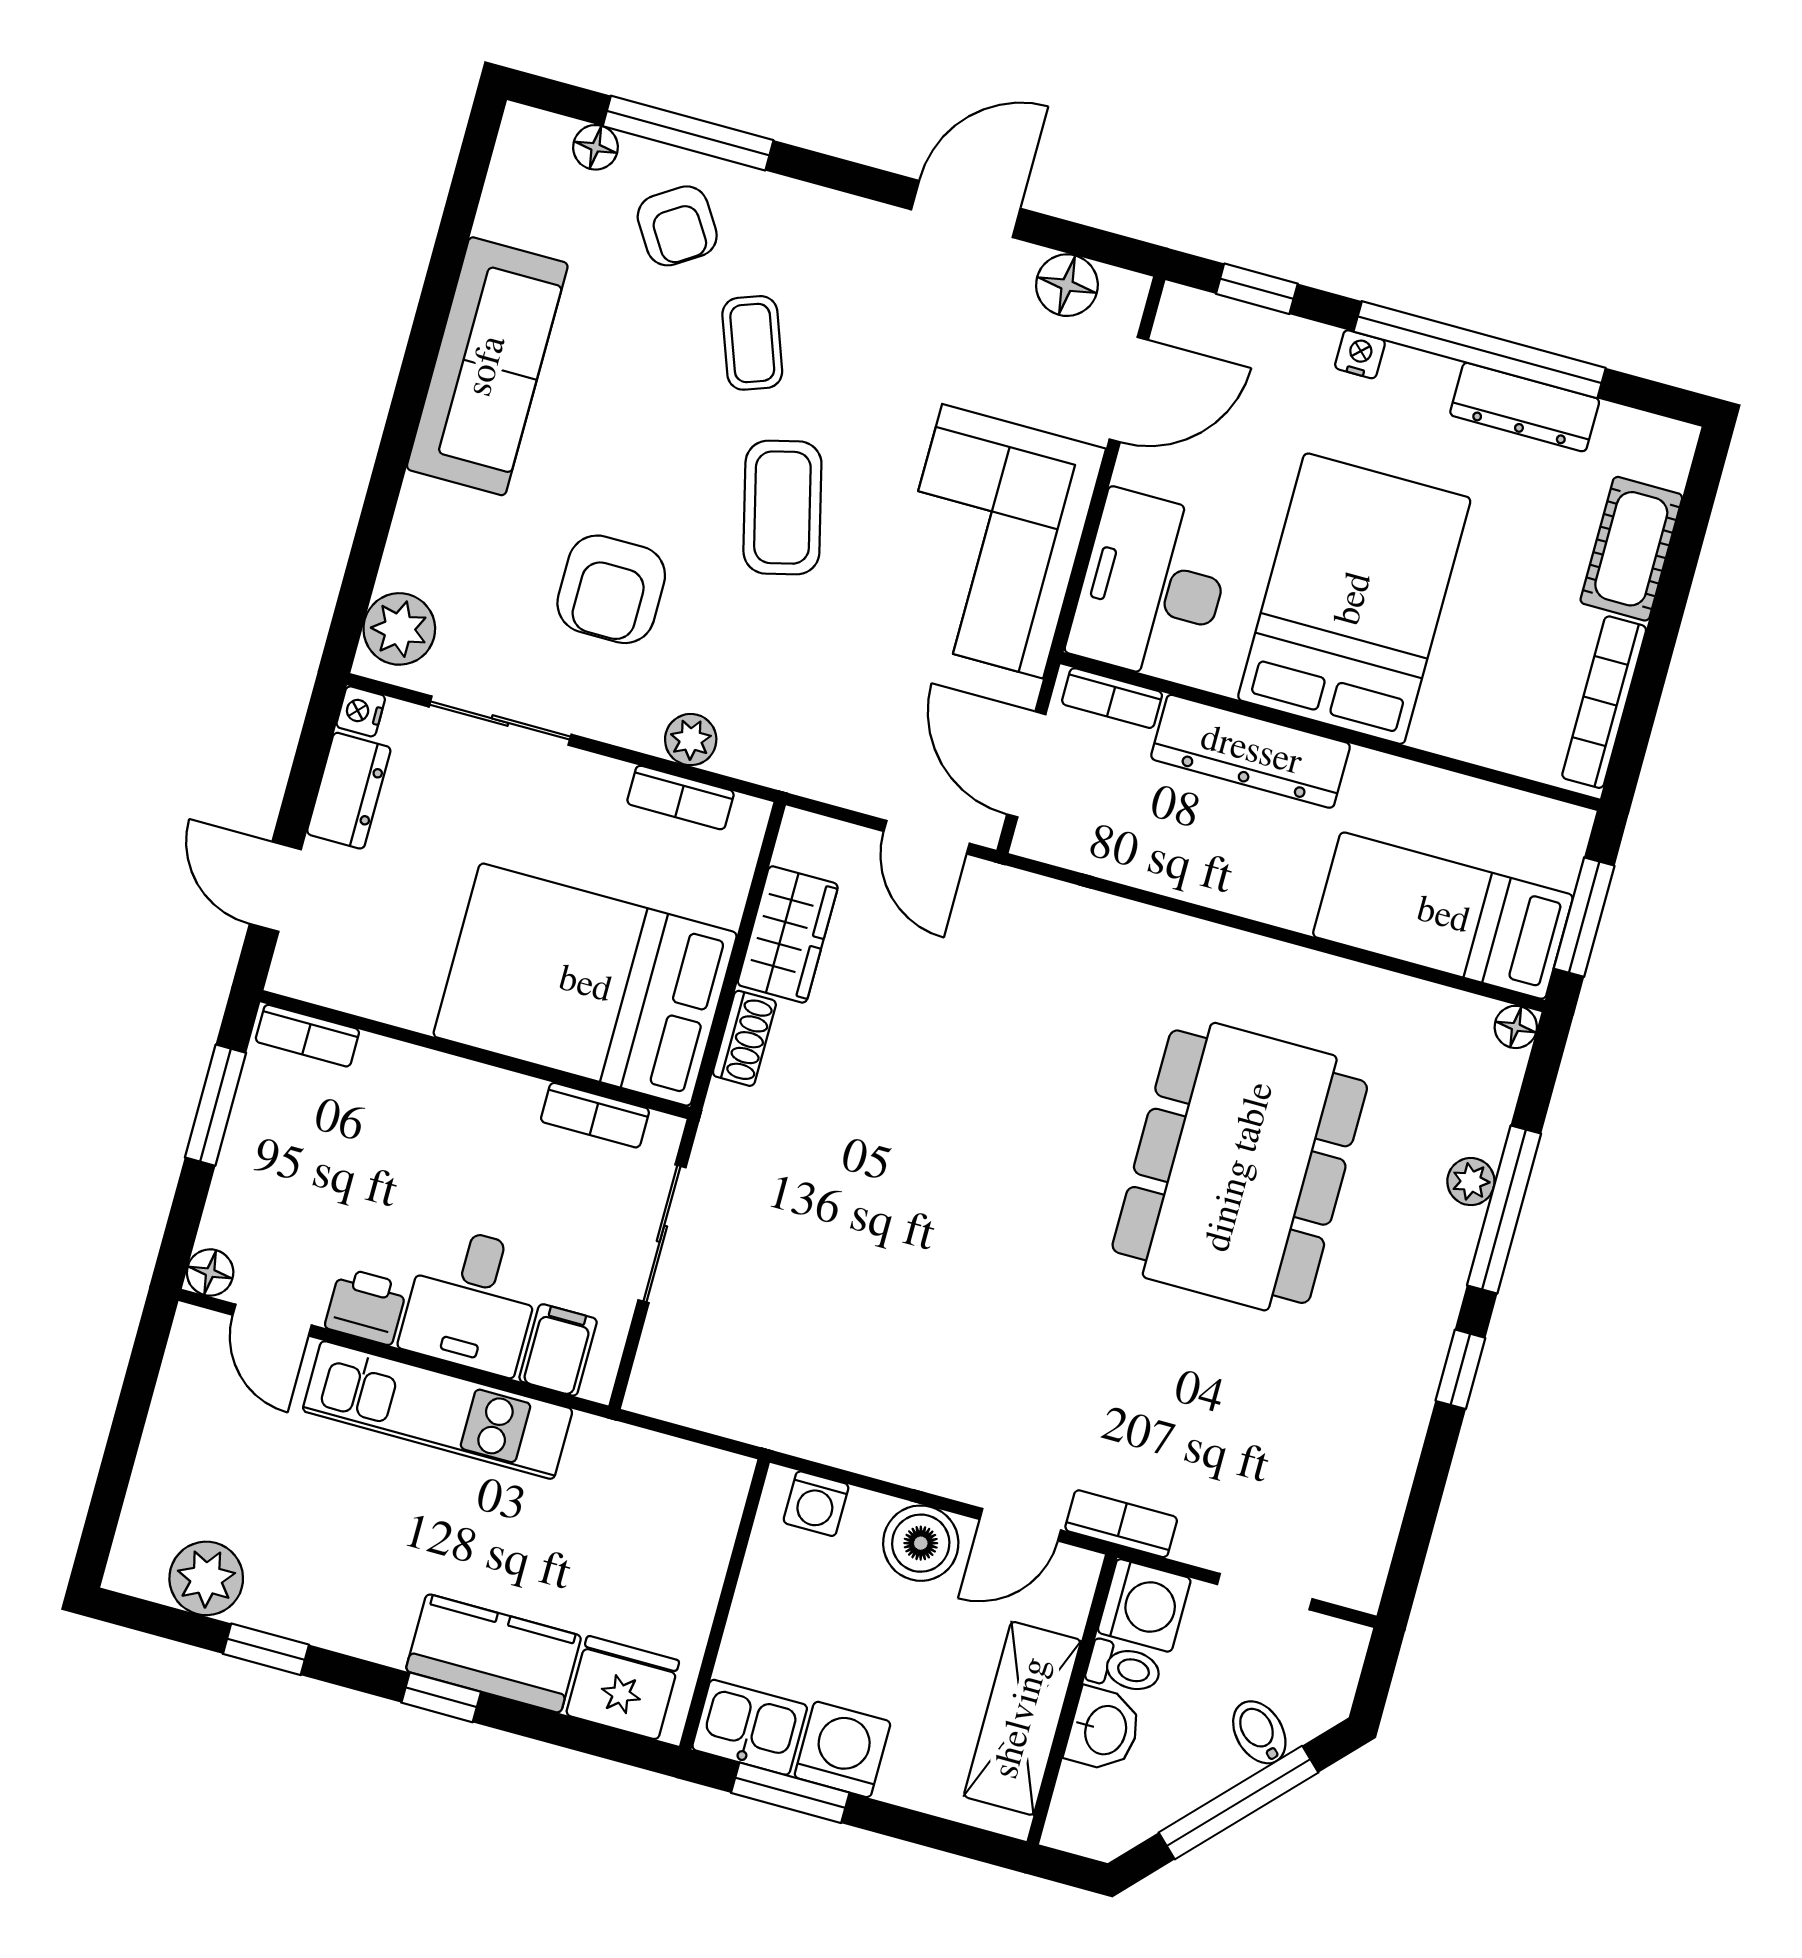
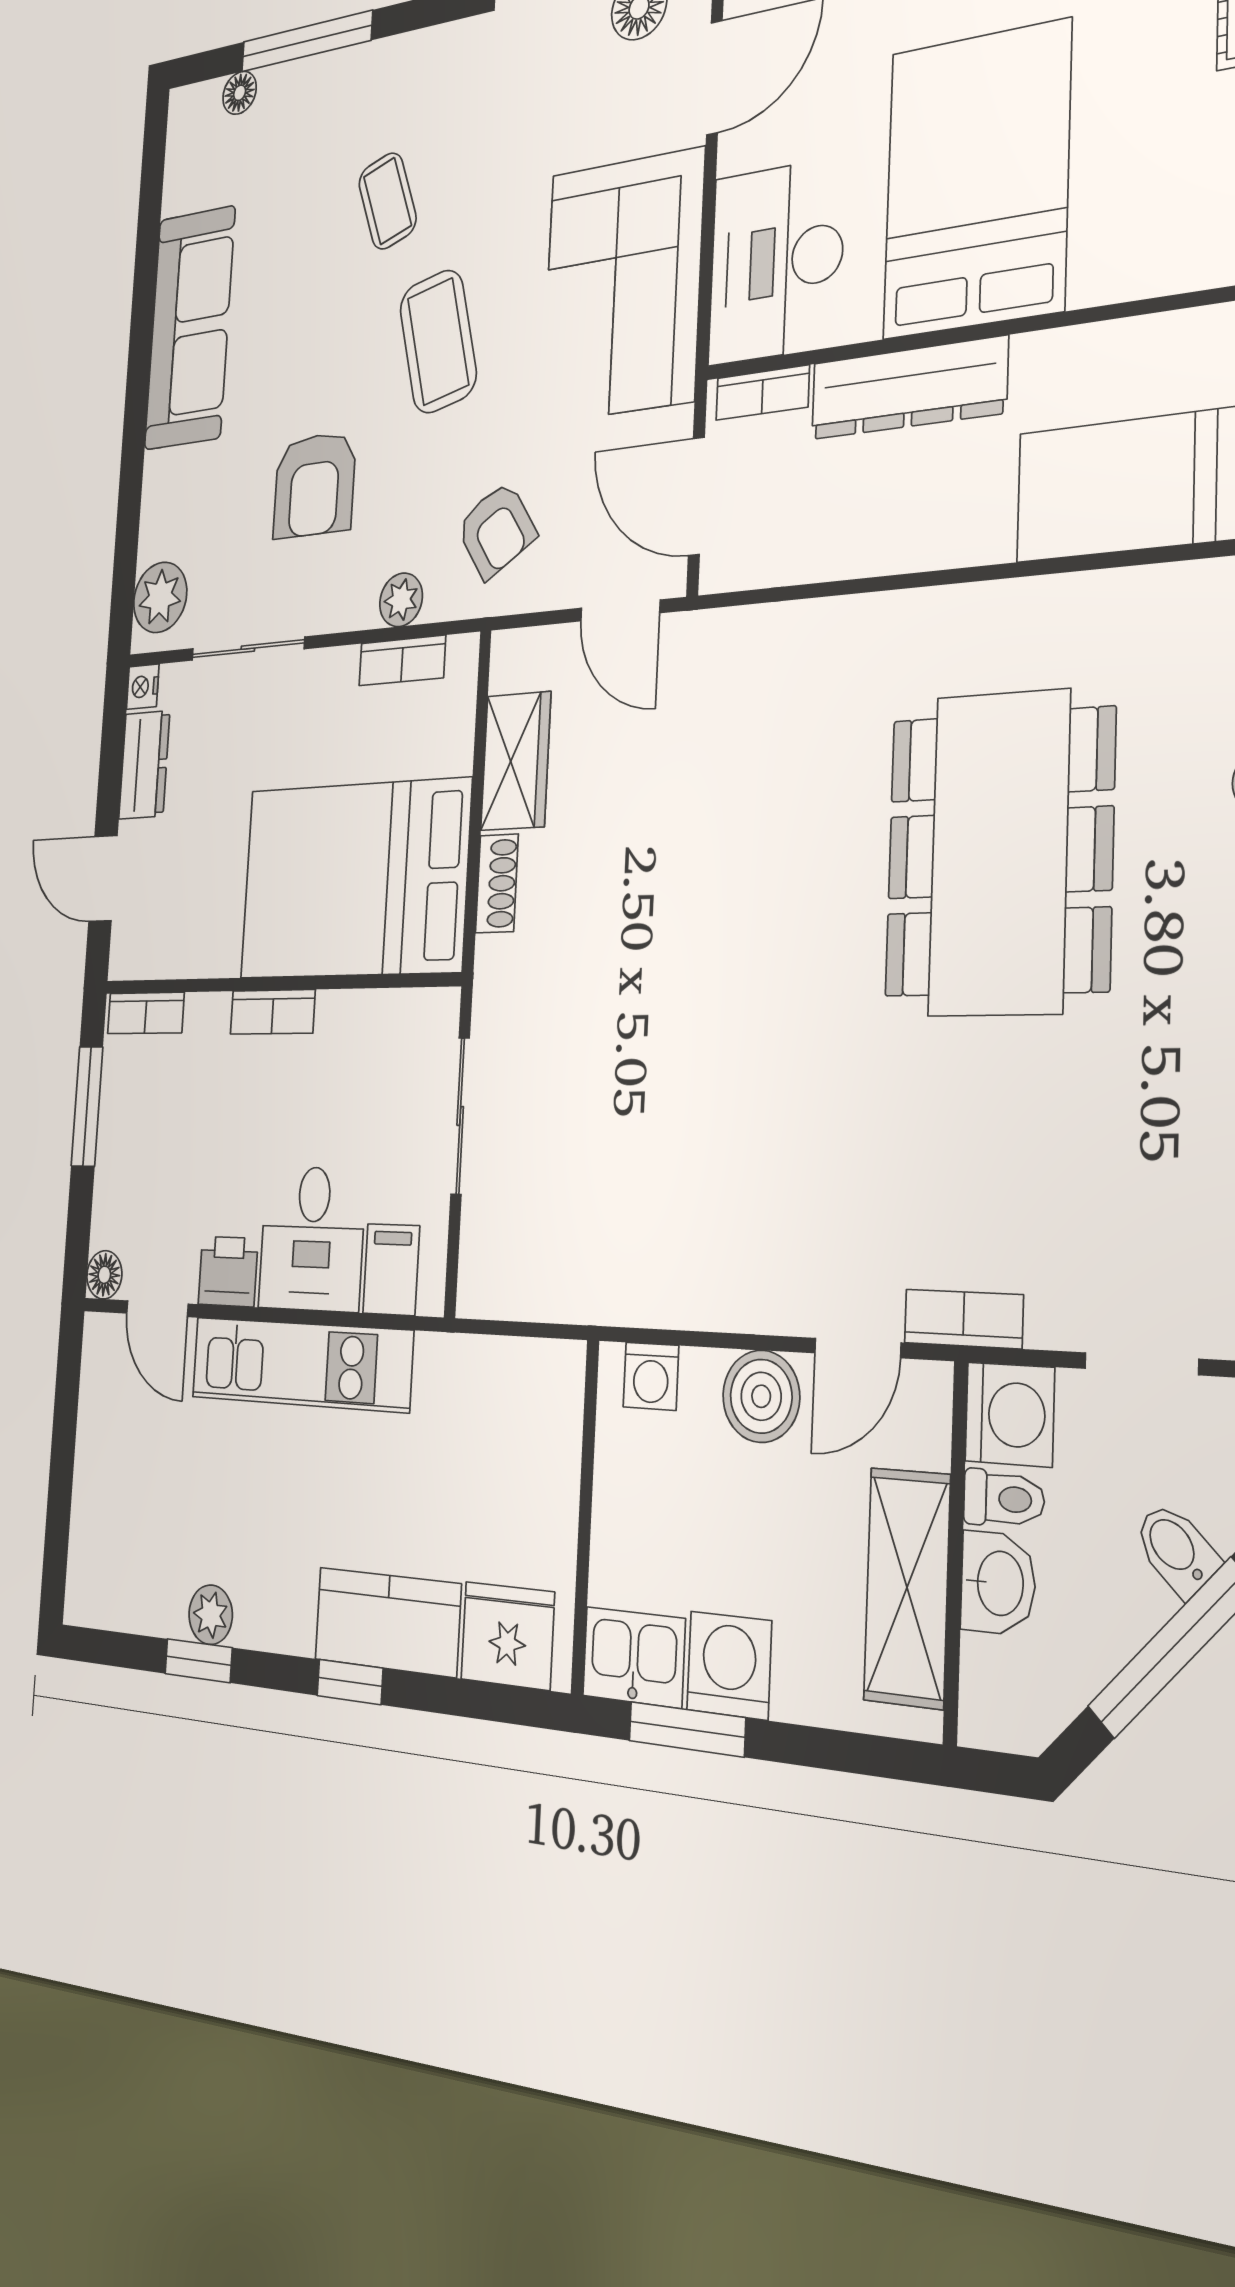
armchair: (677, 226) -> (496, 530), moved
bookcase: (595, 1115) -> (273, 1012), moved
plant: (206, 1578) -> (211, 1615), moved, width x0.73, depth x0.73

